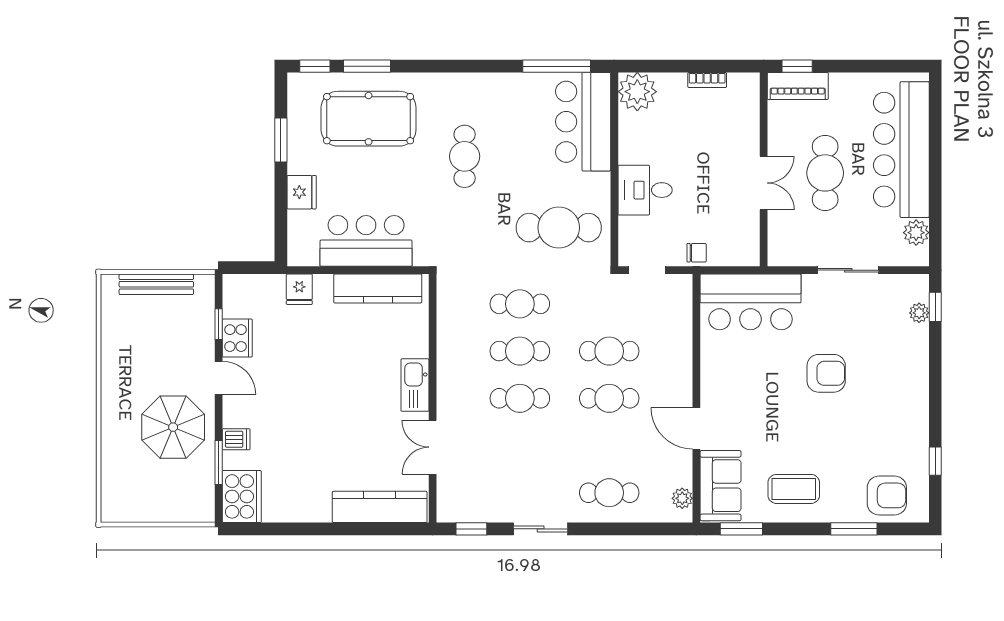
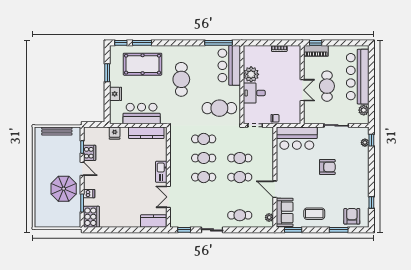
plant: (637, 92) -> (251, 74), moved
cafe table: (465, 156) -> (181, 79), width x1.37, depth x1.35
armchair: (887, 495) -> (352, 216), turned -90
kitchen counter: (380, 507) -> (153, 221), width x0.67

